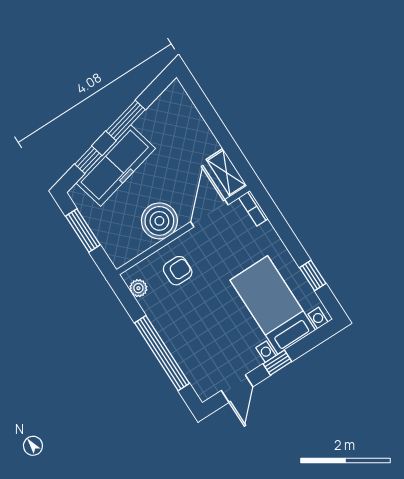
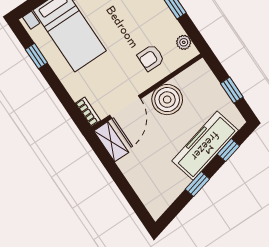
window: (126, 120) -> (197, 184), width x0.67
window: (83, 230) -> (232, 90), width x0.67

